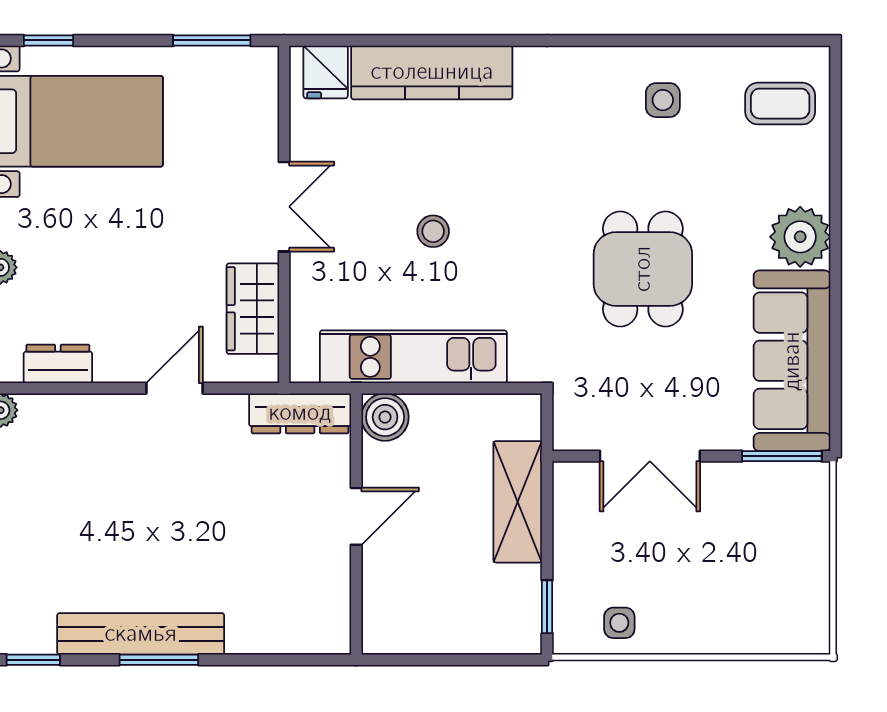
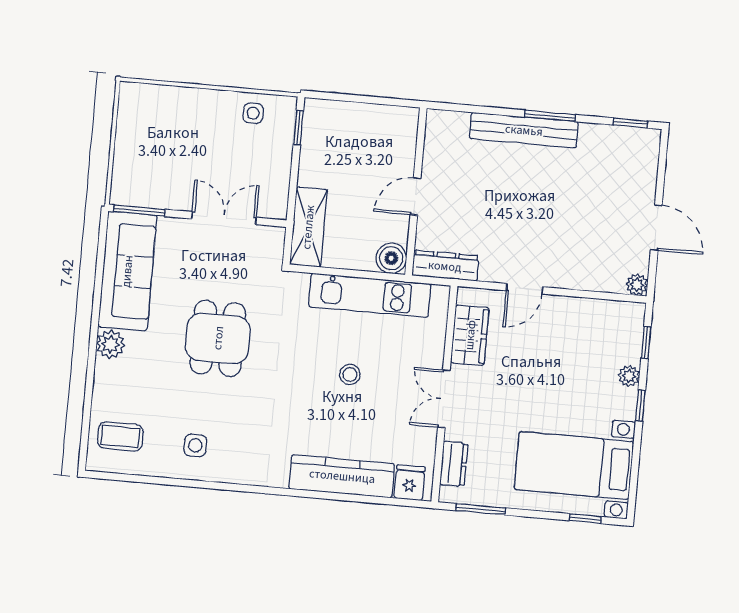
plant: (800, 237) -> (110, 344), width x0.73, depth x0.73
dresser: (58, 364) -> (454, 464), moved, turned -90
shelving: (518, 502) -> (308, 227), moved
bench: (141, 634) -> (524, 130), moved

